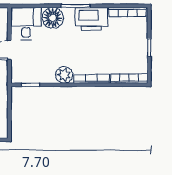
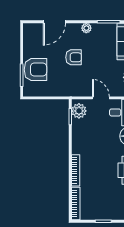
plant: (64, 75) -> (79, 111), moved

